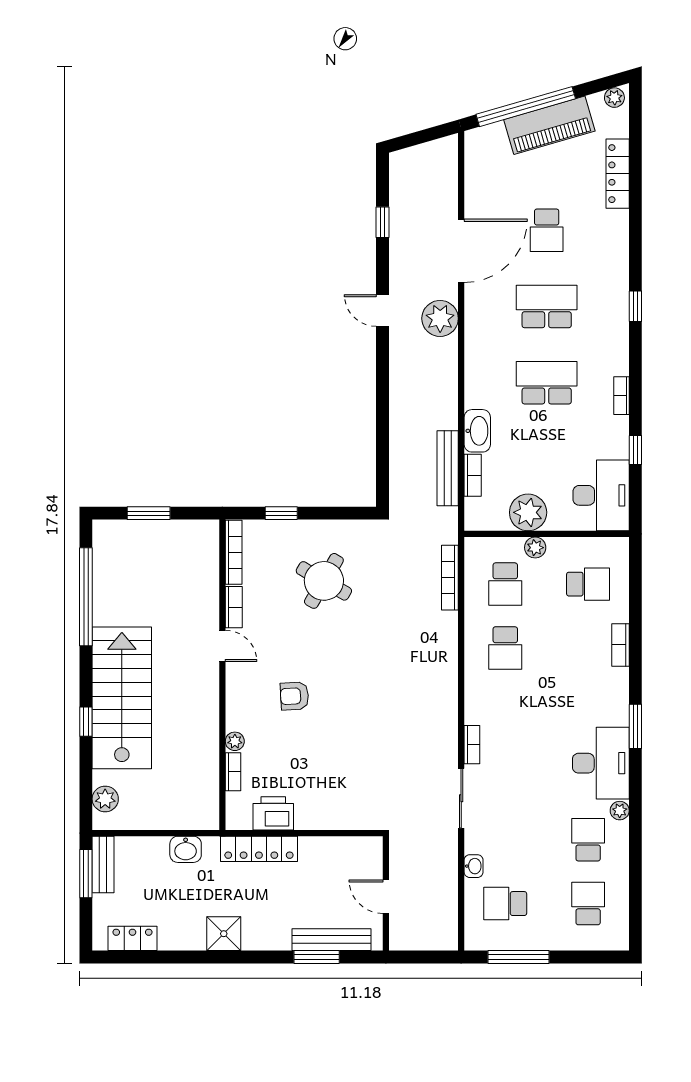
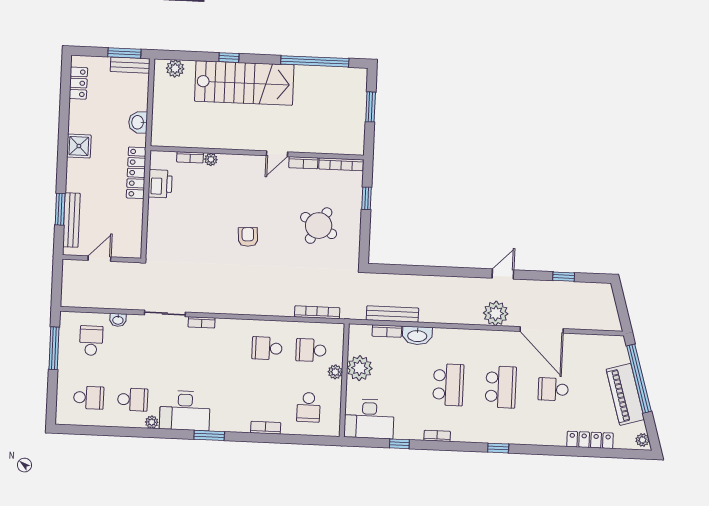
armchair: (294, 696) -> (248, 237), moved

